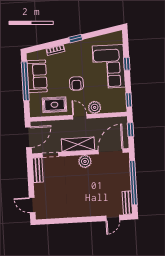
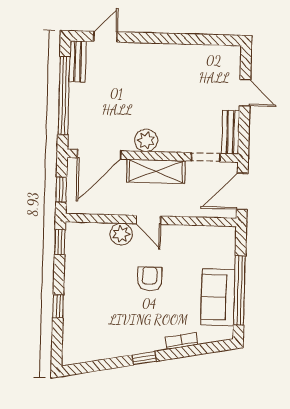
corner sofa: (109, 67) -> (90, 304), removed
rug: (54, 105) -> (191, 245), removed
door: (32, 205) -> (245, 93), moved

